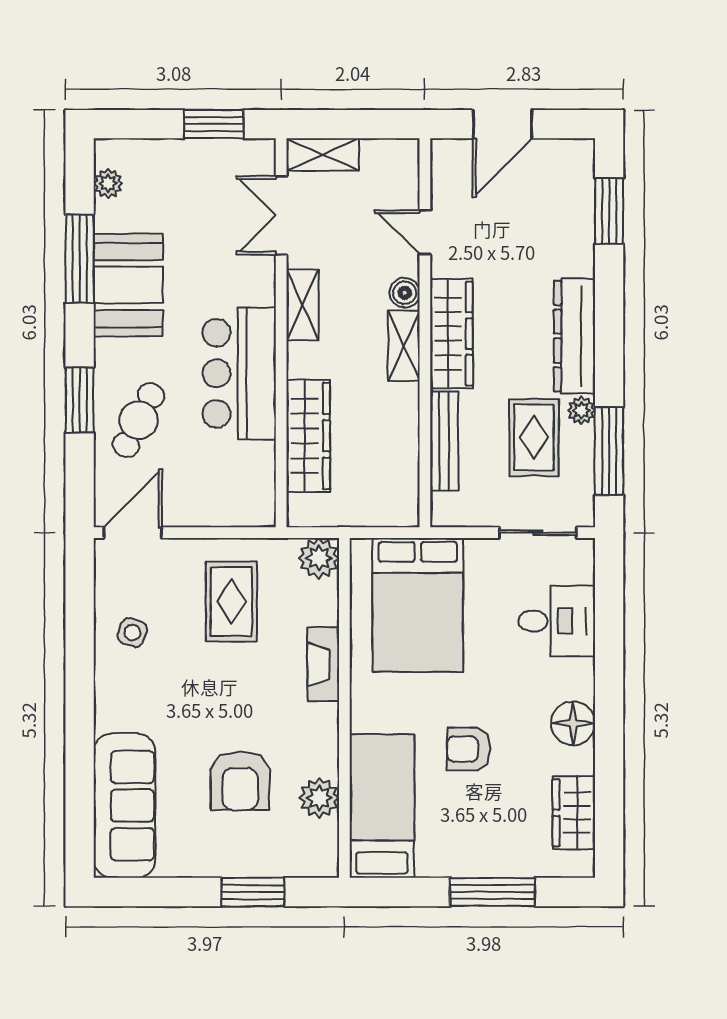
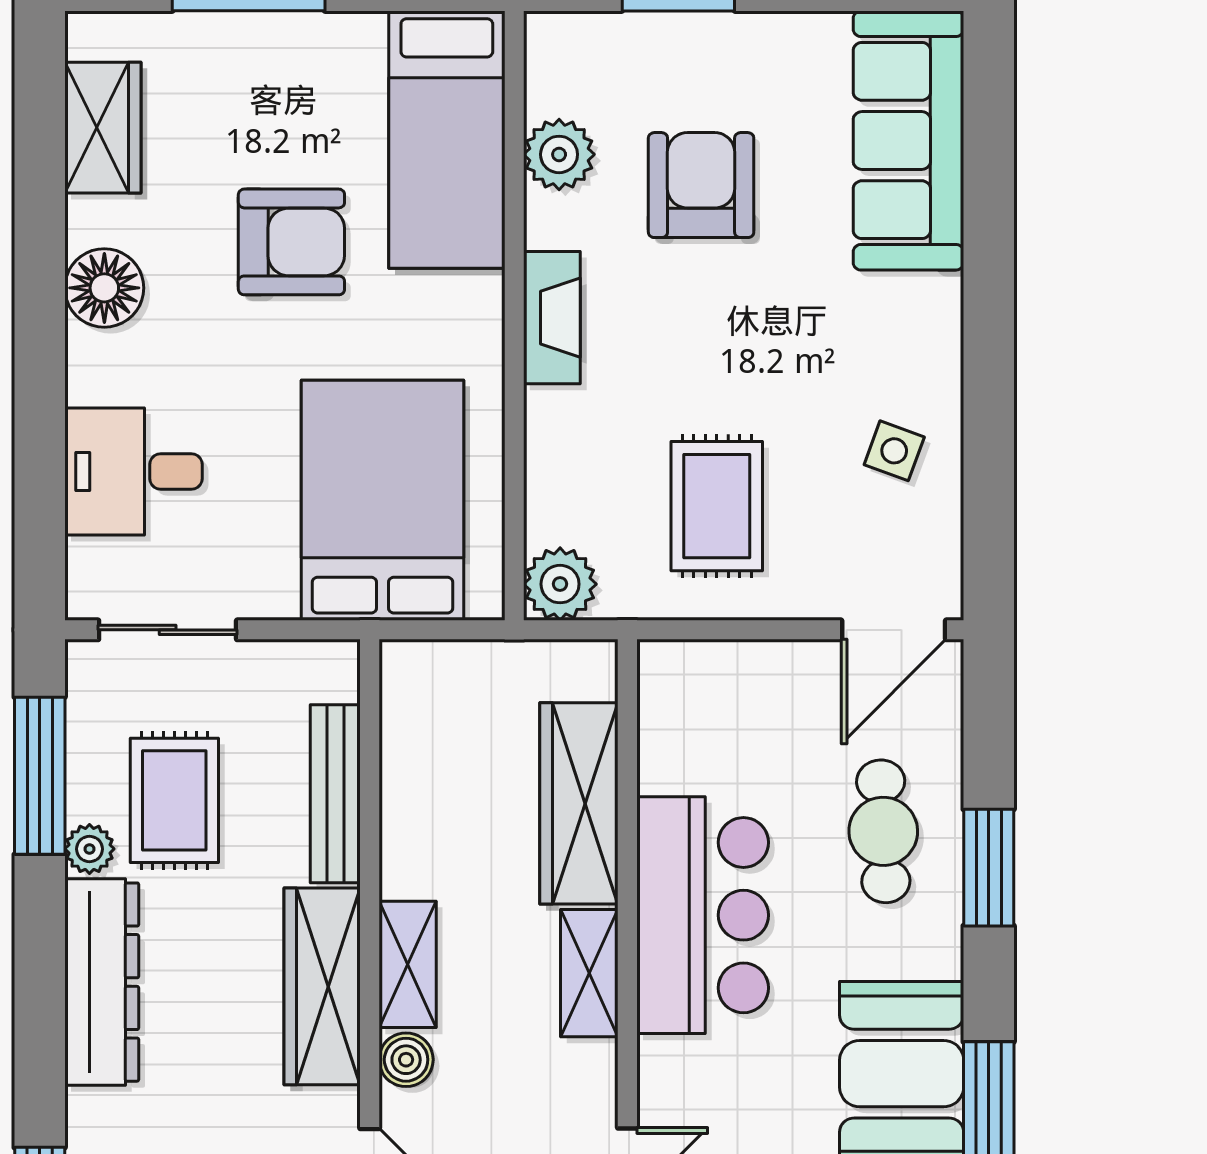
shelving: (302, 305) -> (589, 973), moved
cafe table: (138, 420) -> (883, 831), turned -30
fireplace: (323, 664) -> (552, 318), moved
armchair: (469, 749) -> (291, 242), width x1.38, depth x1.38

